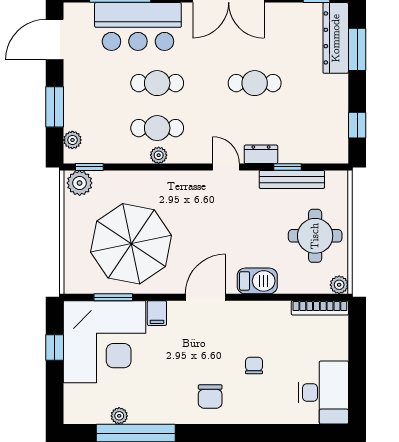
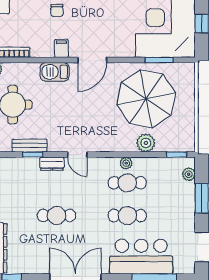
bench: (292, 179) -> (29, 146), width x0.73
plant: (80, 183) -> (146, 143), moved
filing cabinet: (157, 313) -> (61, 49), moved

